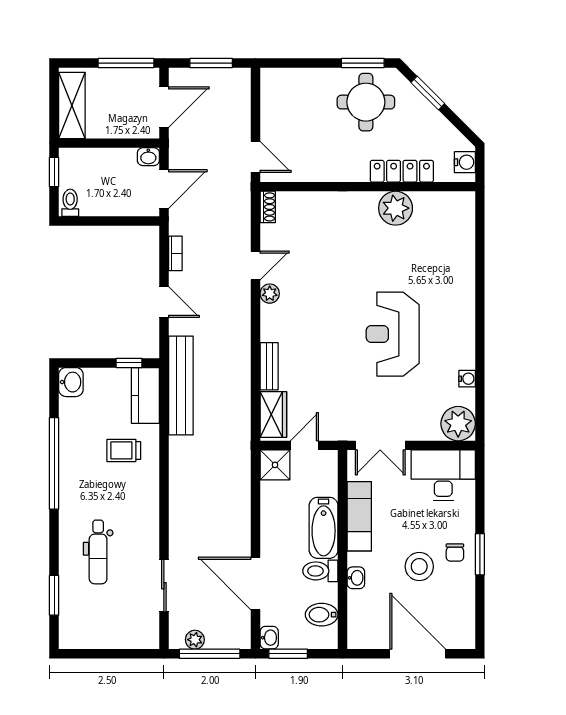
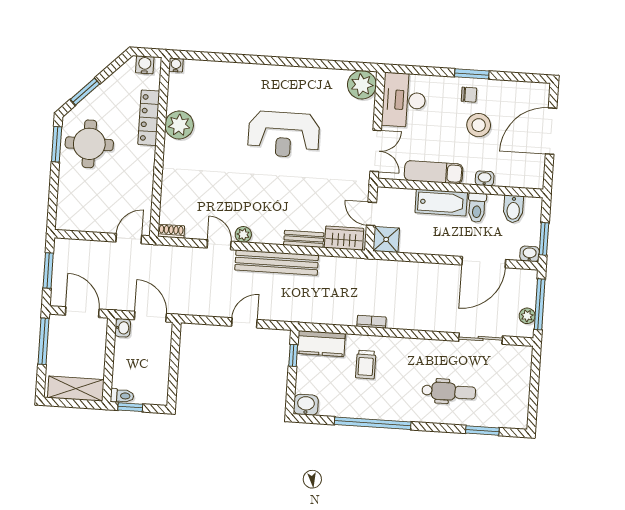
toilet: (70, 203) -> (122, 396), moved, turned 180
bookcase: (175, 253) -> (372, 322), moved
water cooler: (467, 379) -> (176, 65), moved
bench: (181, 386) -> (277, 263), moved

